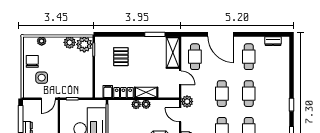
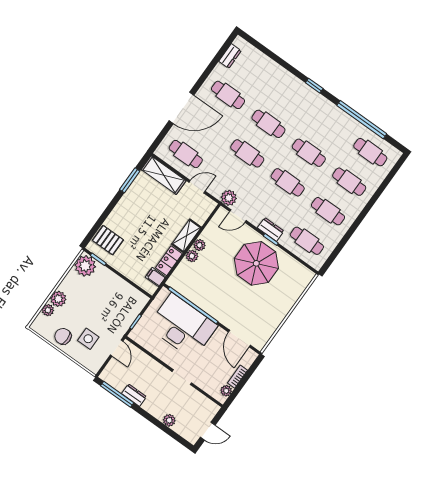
plant: (70, 42) -> (58, 299), moved
pallet: (121, 57) -> (108, 240), moved

